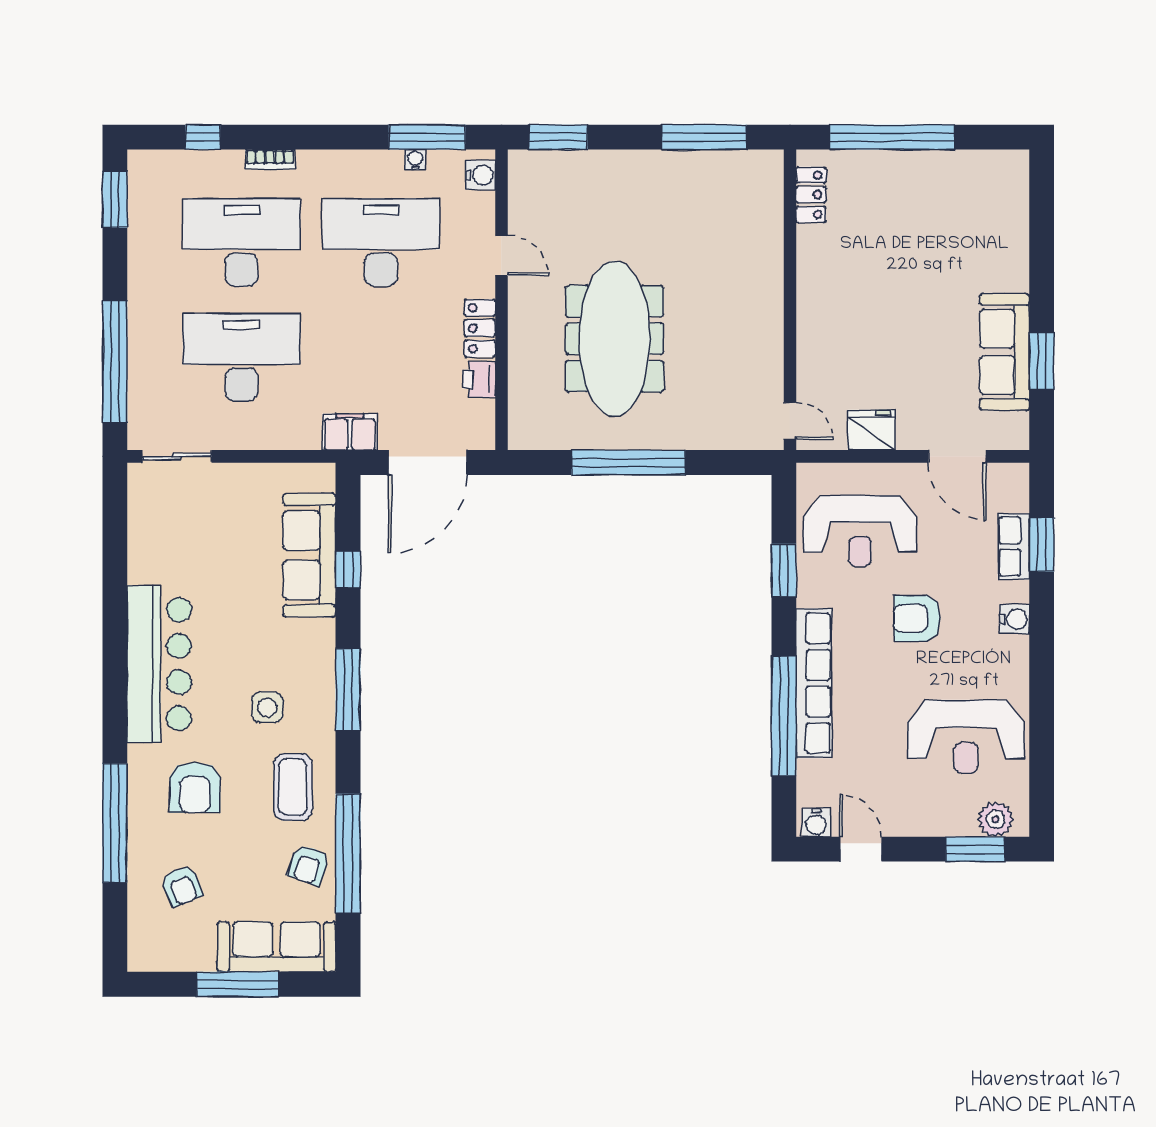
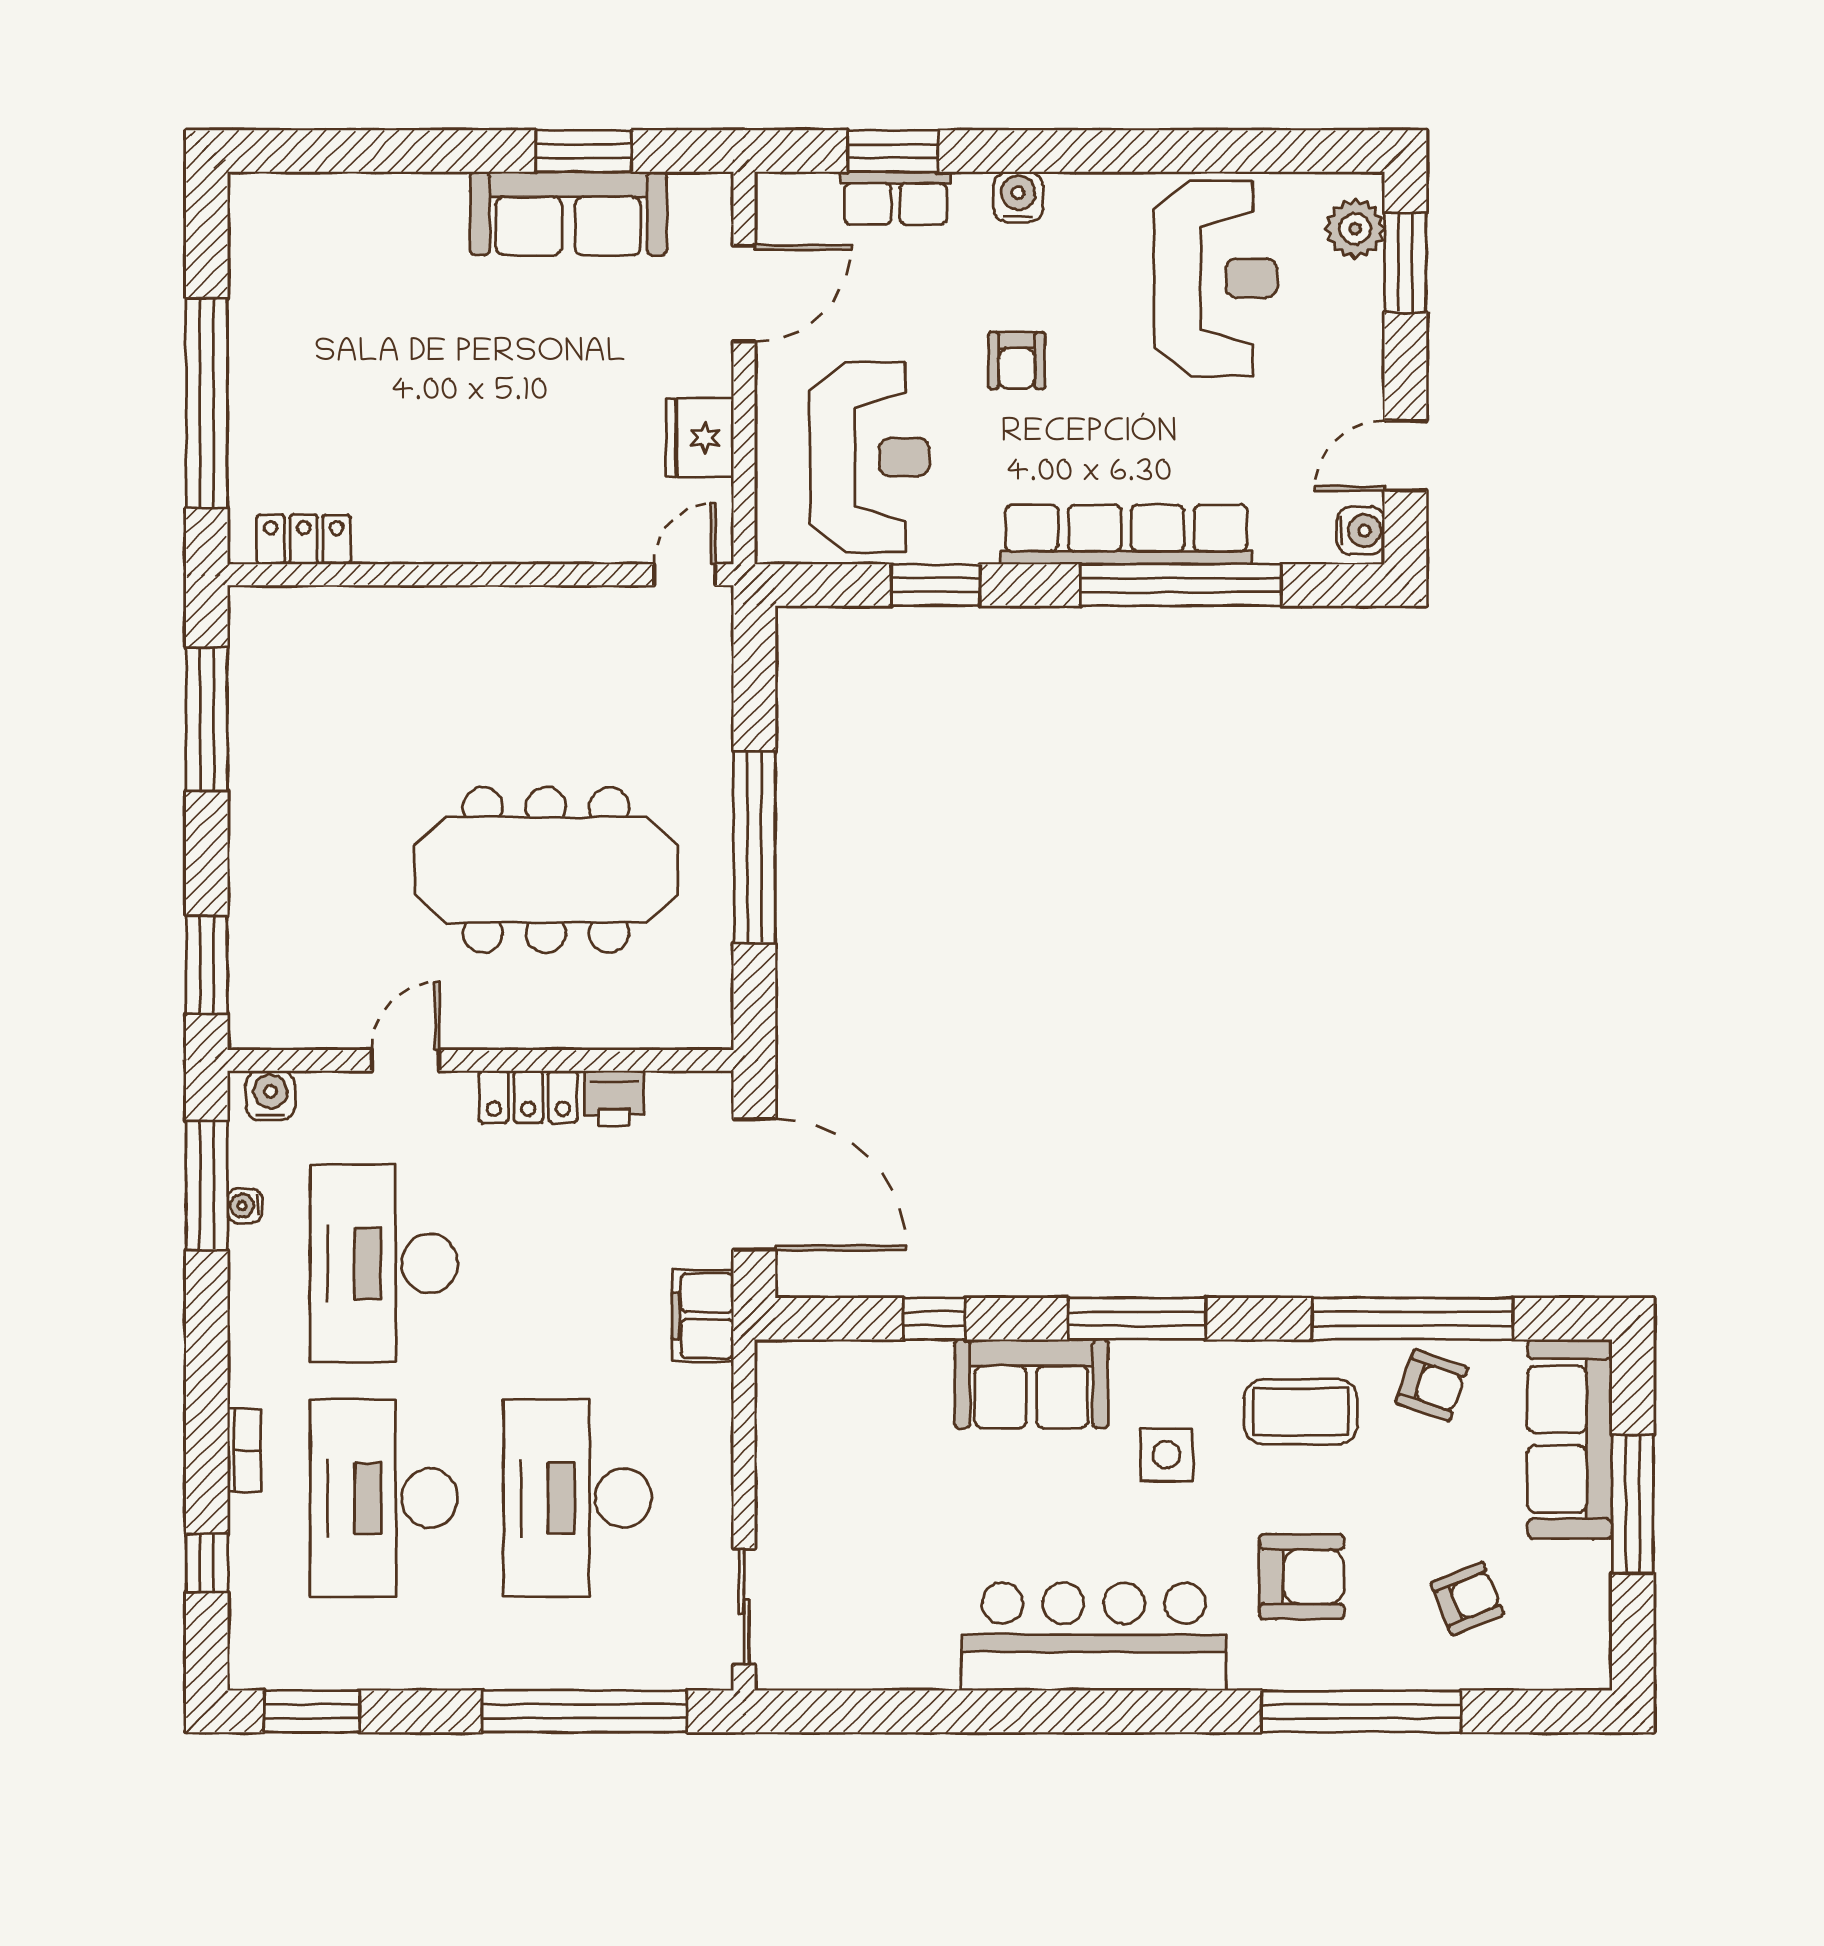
sofa: (309, 555) -> (1031, 1384), moved, width x0.73
armchair: (917, 618) -> (1017, 361), width x0.72, depth x0.72

